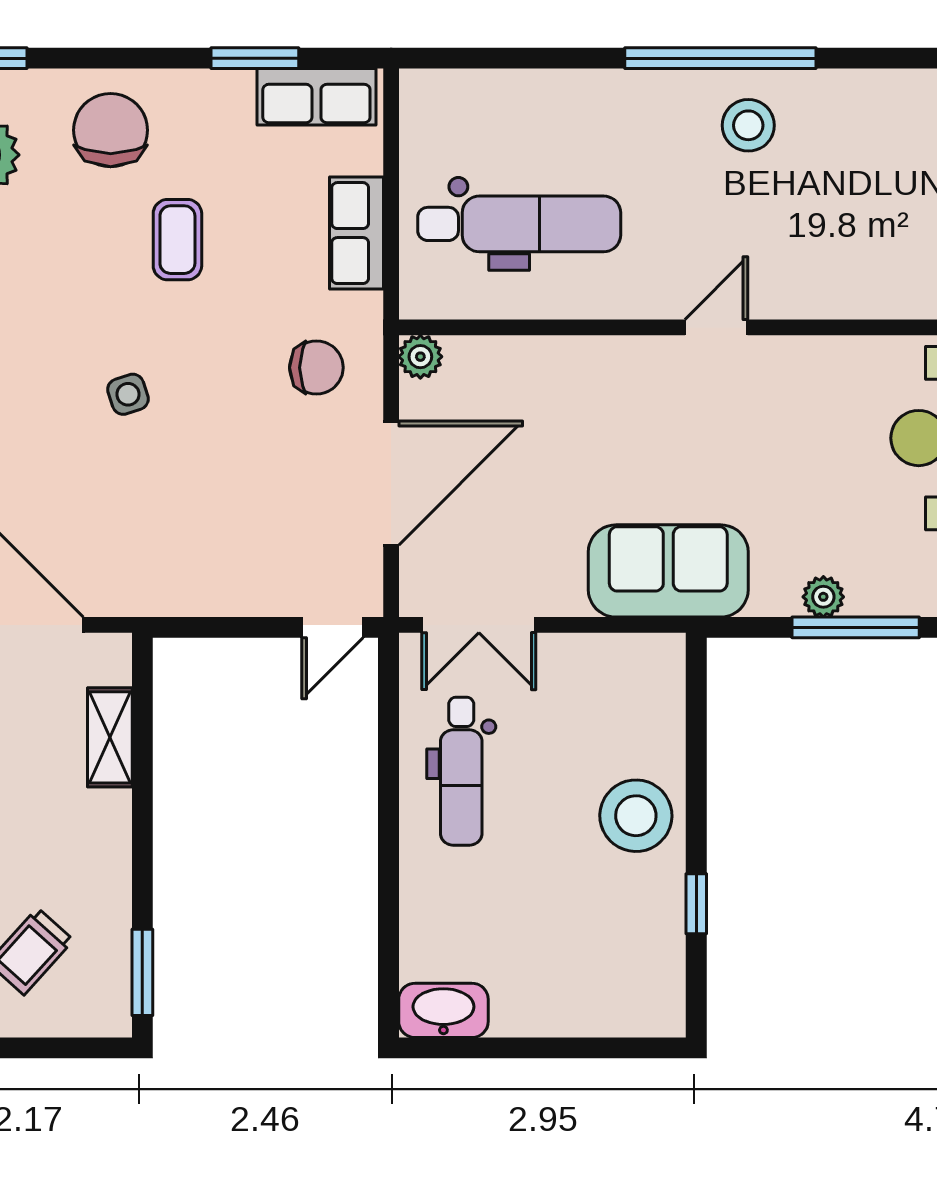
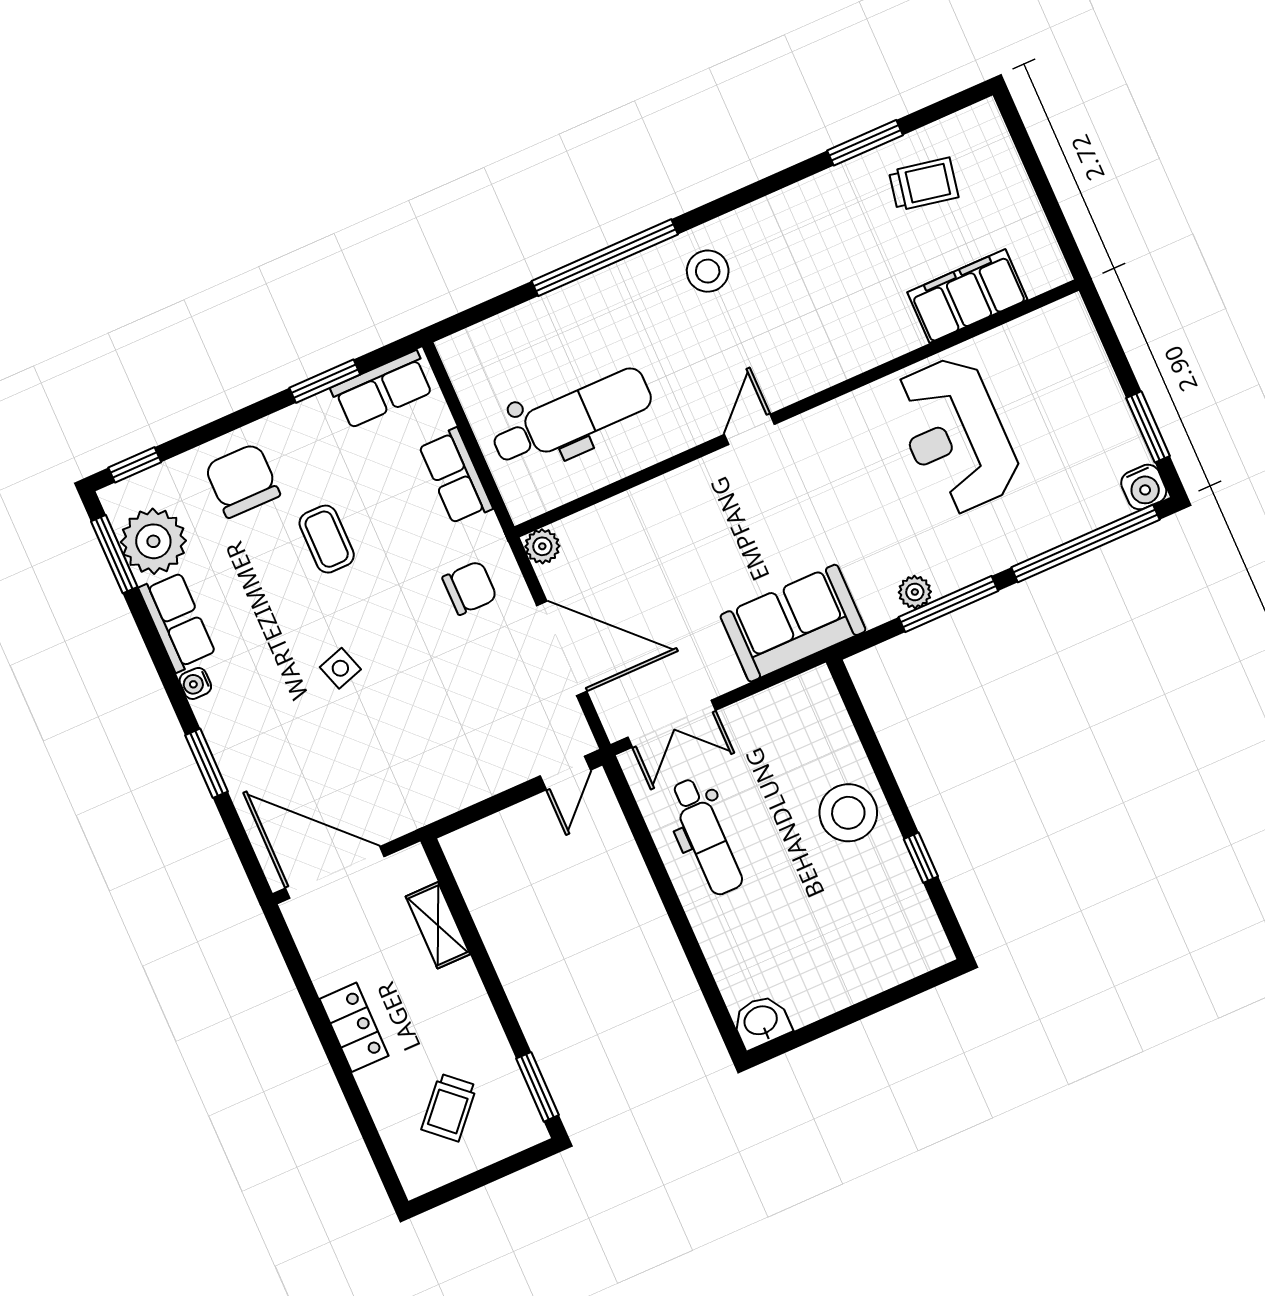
window: (720, 58) -> (605, 258), moved
door: (391, 483) -> (562, 648), hinge flipped
washbasin: (443, 1010) -> (761, 1021), width x0.72

